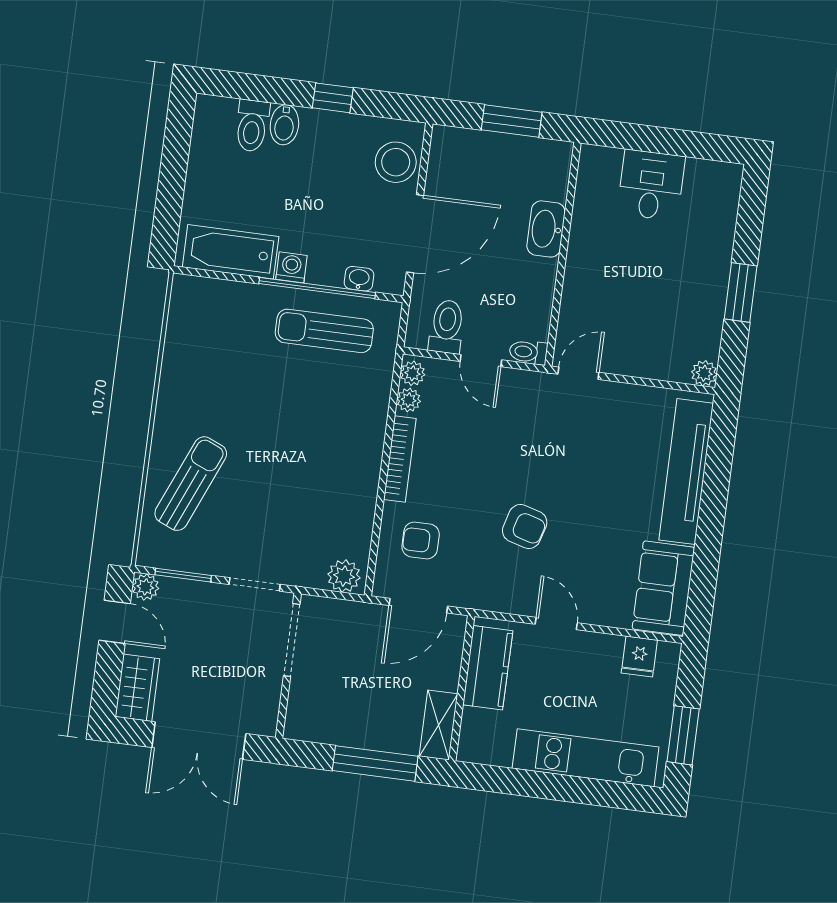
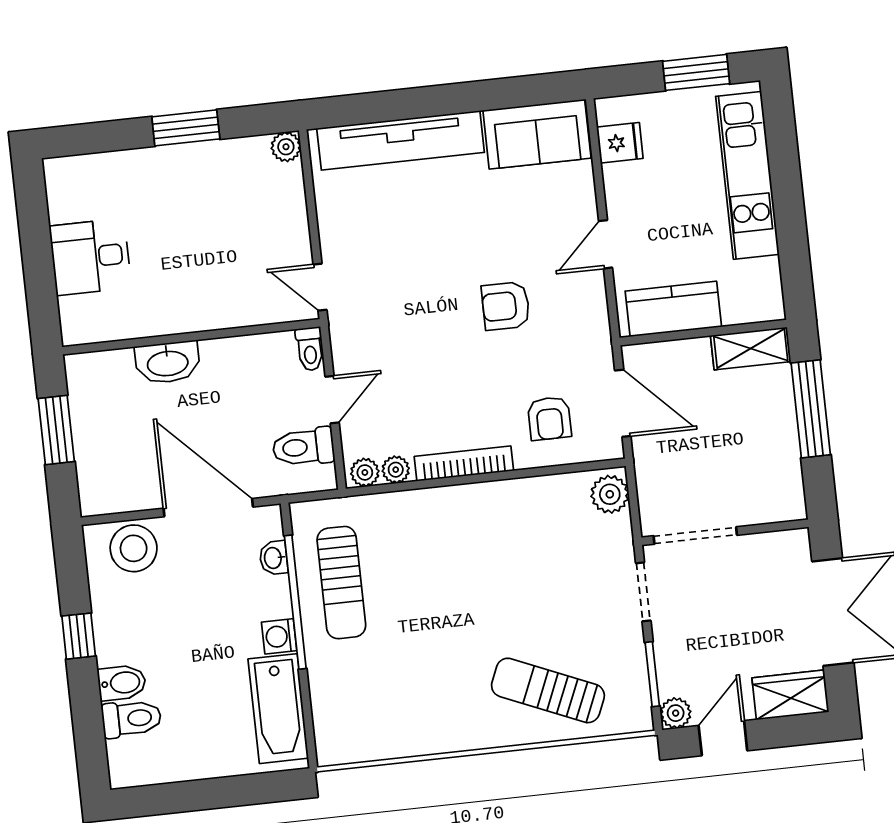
armchair: (525, 526) -> (506, 306), turned -106

